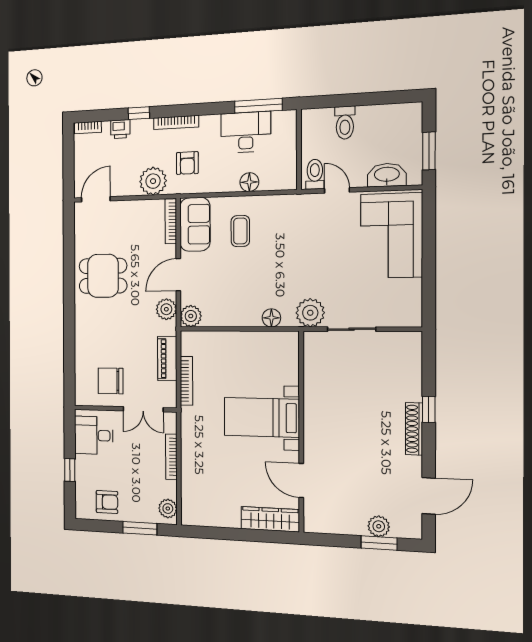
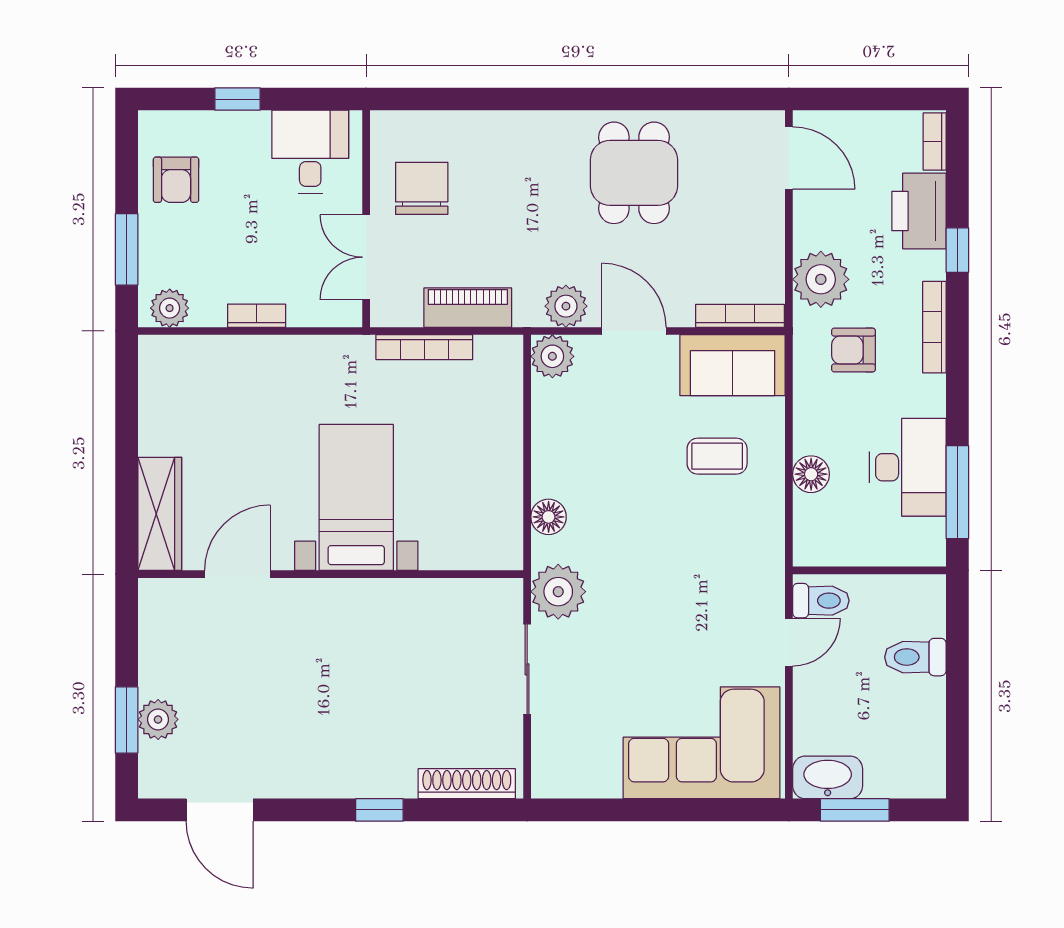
printer: (120, 129) -> (919, 211), width x1.87, depth x1.48
washbasin: (387, 175) -> (828, 777), moved, turned -90
shoe rack: (414, 429) -> (467, 784), moved
bookcase: (171, 457) -> (257, 316), width x0.64

